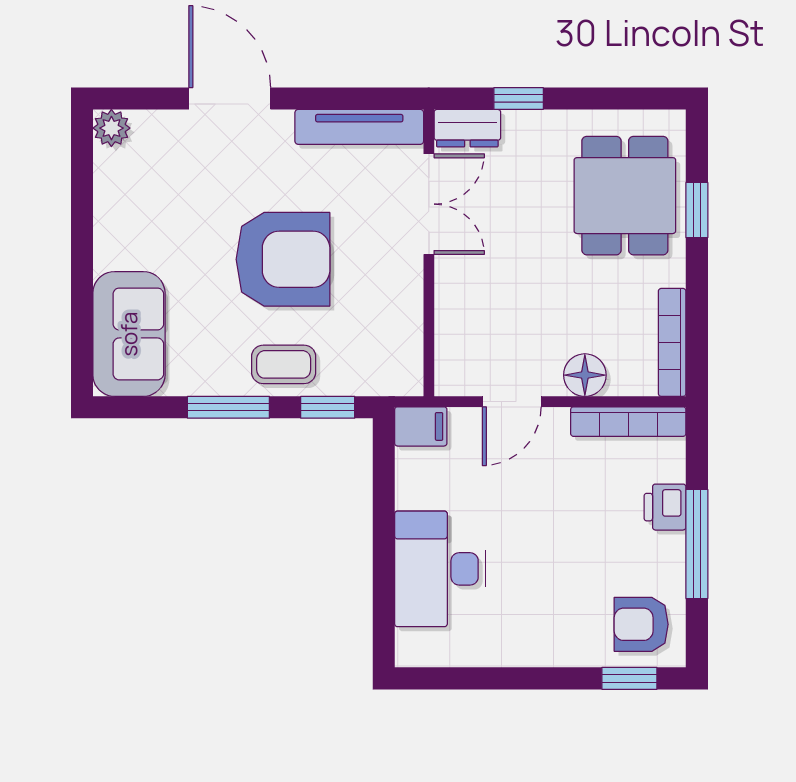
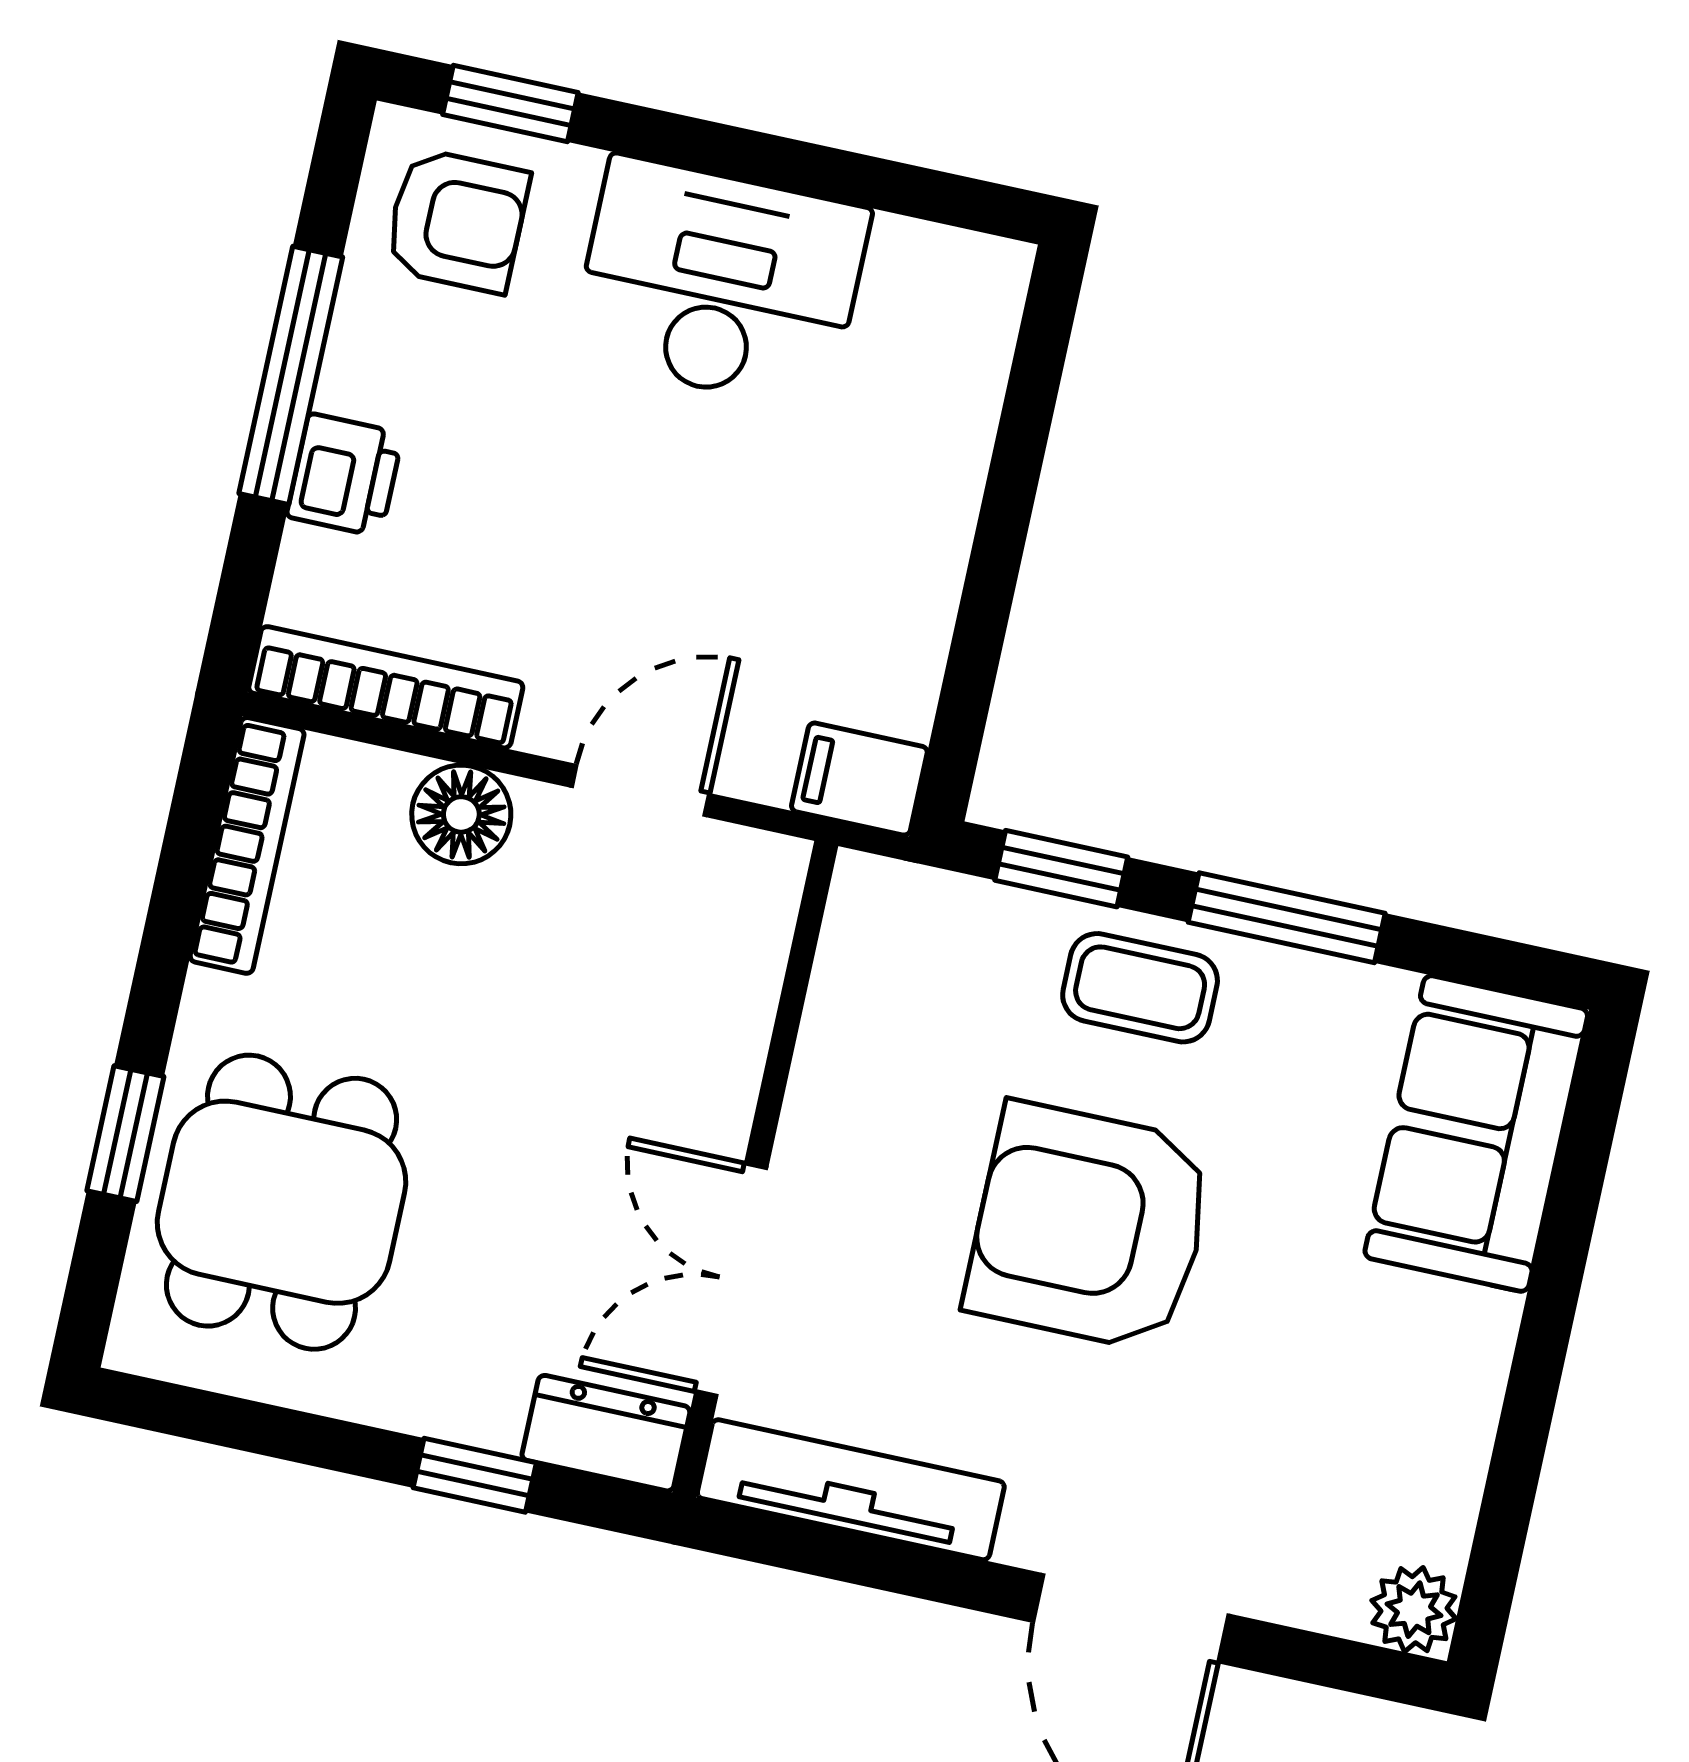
desk: (440, 569) -> (720, 283), moved, turned -90

